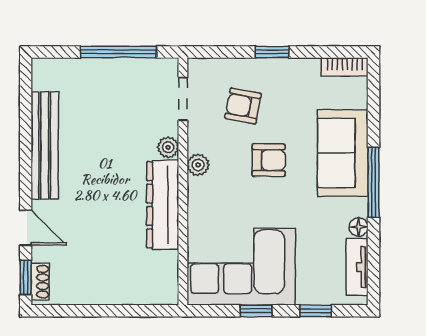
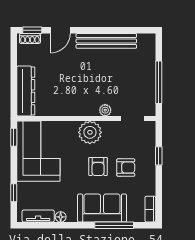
window: (272, 52) -> (159, 156), moved
armchair: (243, 106) -> (126, 168), moved, turned 79
plant: (198, 165) -> (90, 132), width x1.88, depth x1.88
window: (374, 182) -> (114, 225), moved
dresser: (163, 205) -> (26, 91), moved, turned 90
window: (256, 311) -> (14, 137), moved

